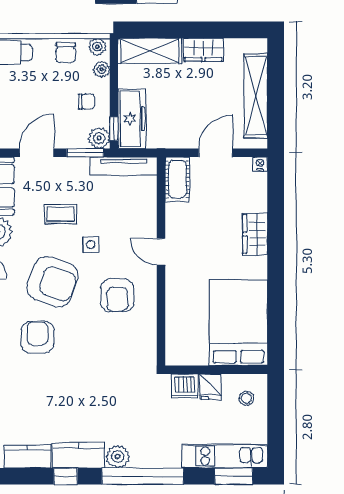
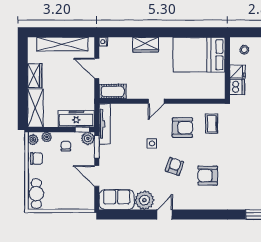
coffee table: (60, 214) -> (212, 124), moved
armchair: (53, 282) -> (174, 166), width x0.53, depth x0.53

